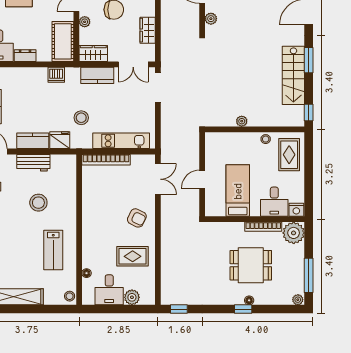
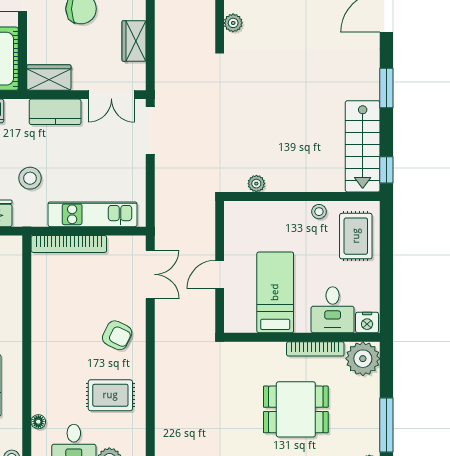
plant: (85, 22) -> (35, 28), removed
stairs: (293, 75) -> (363, 146), moved
plant: (242, 121) -> (256, 184), moved

